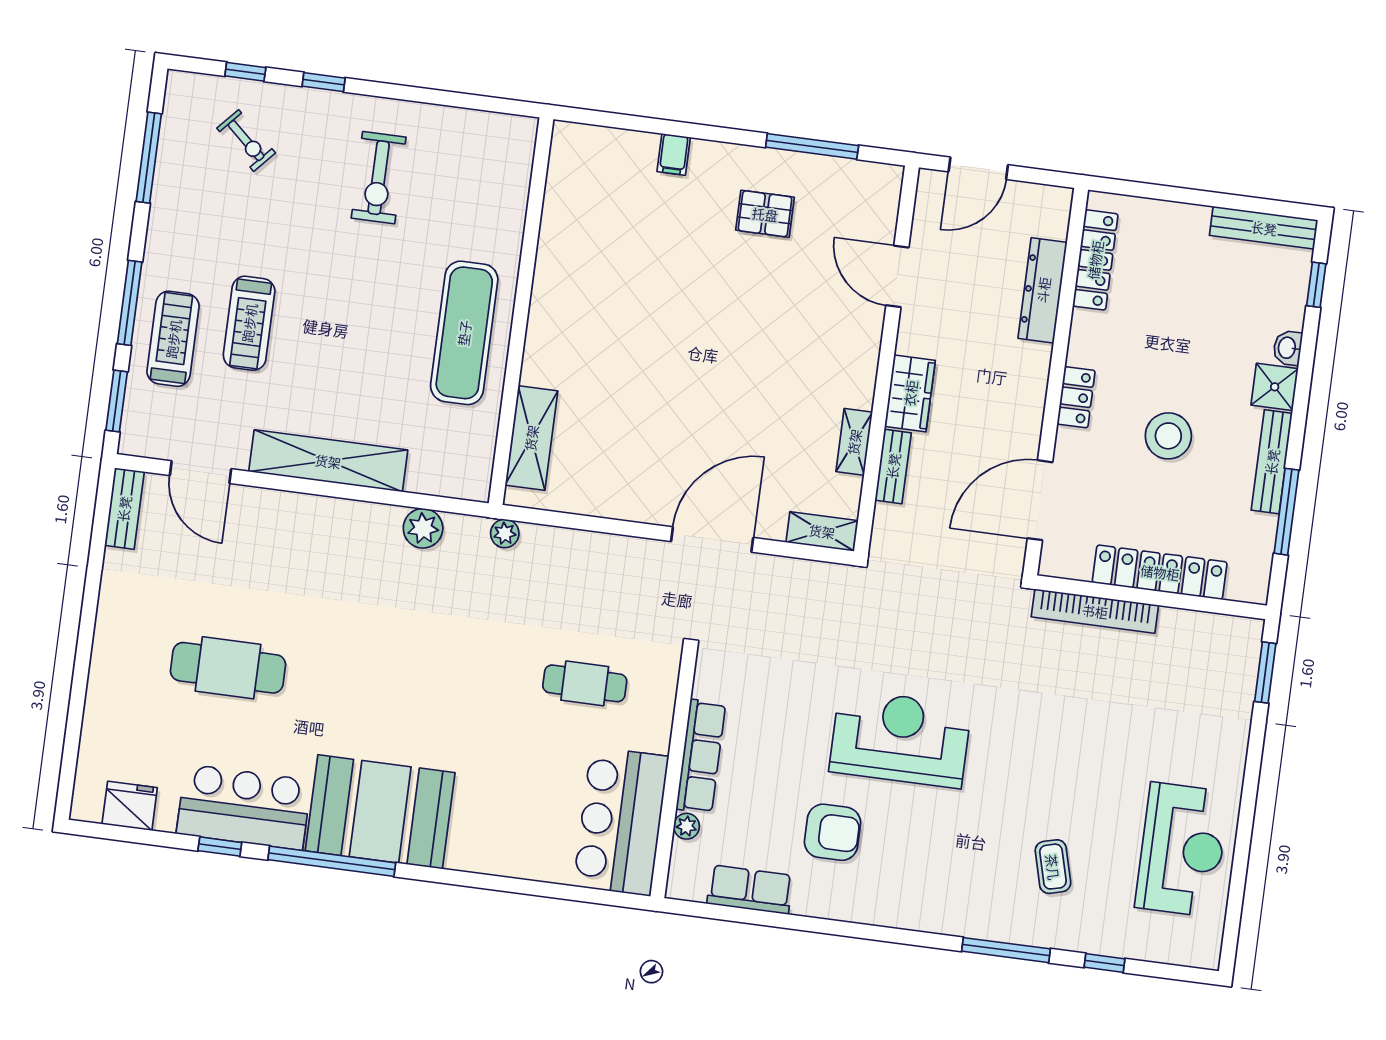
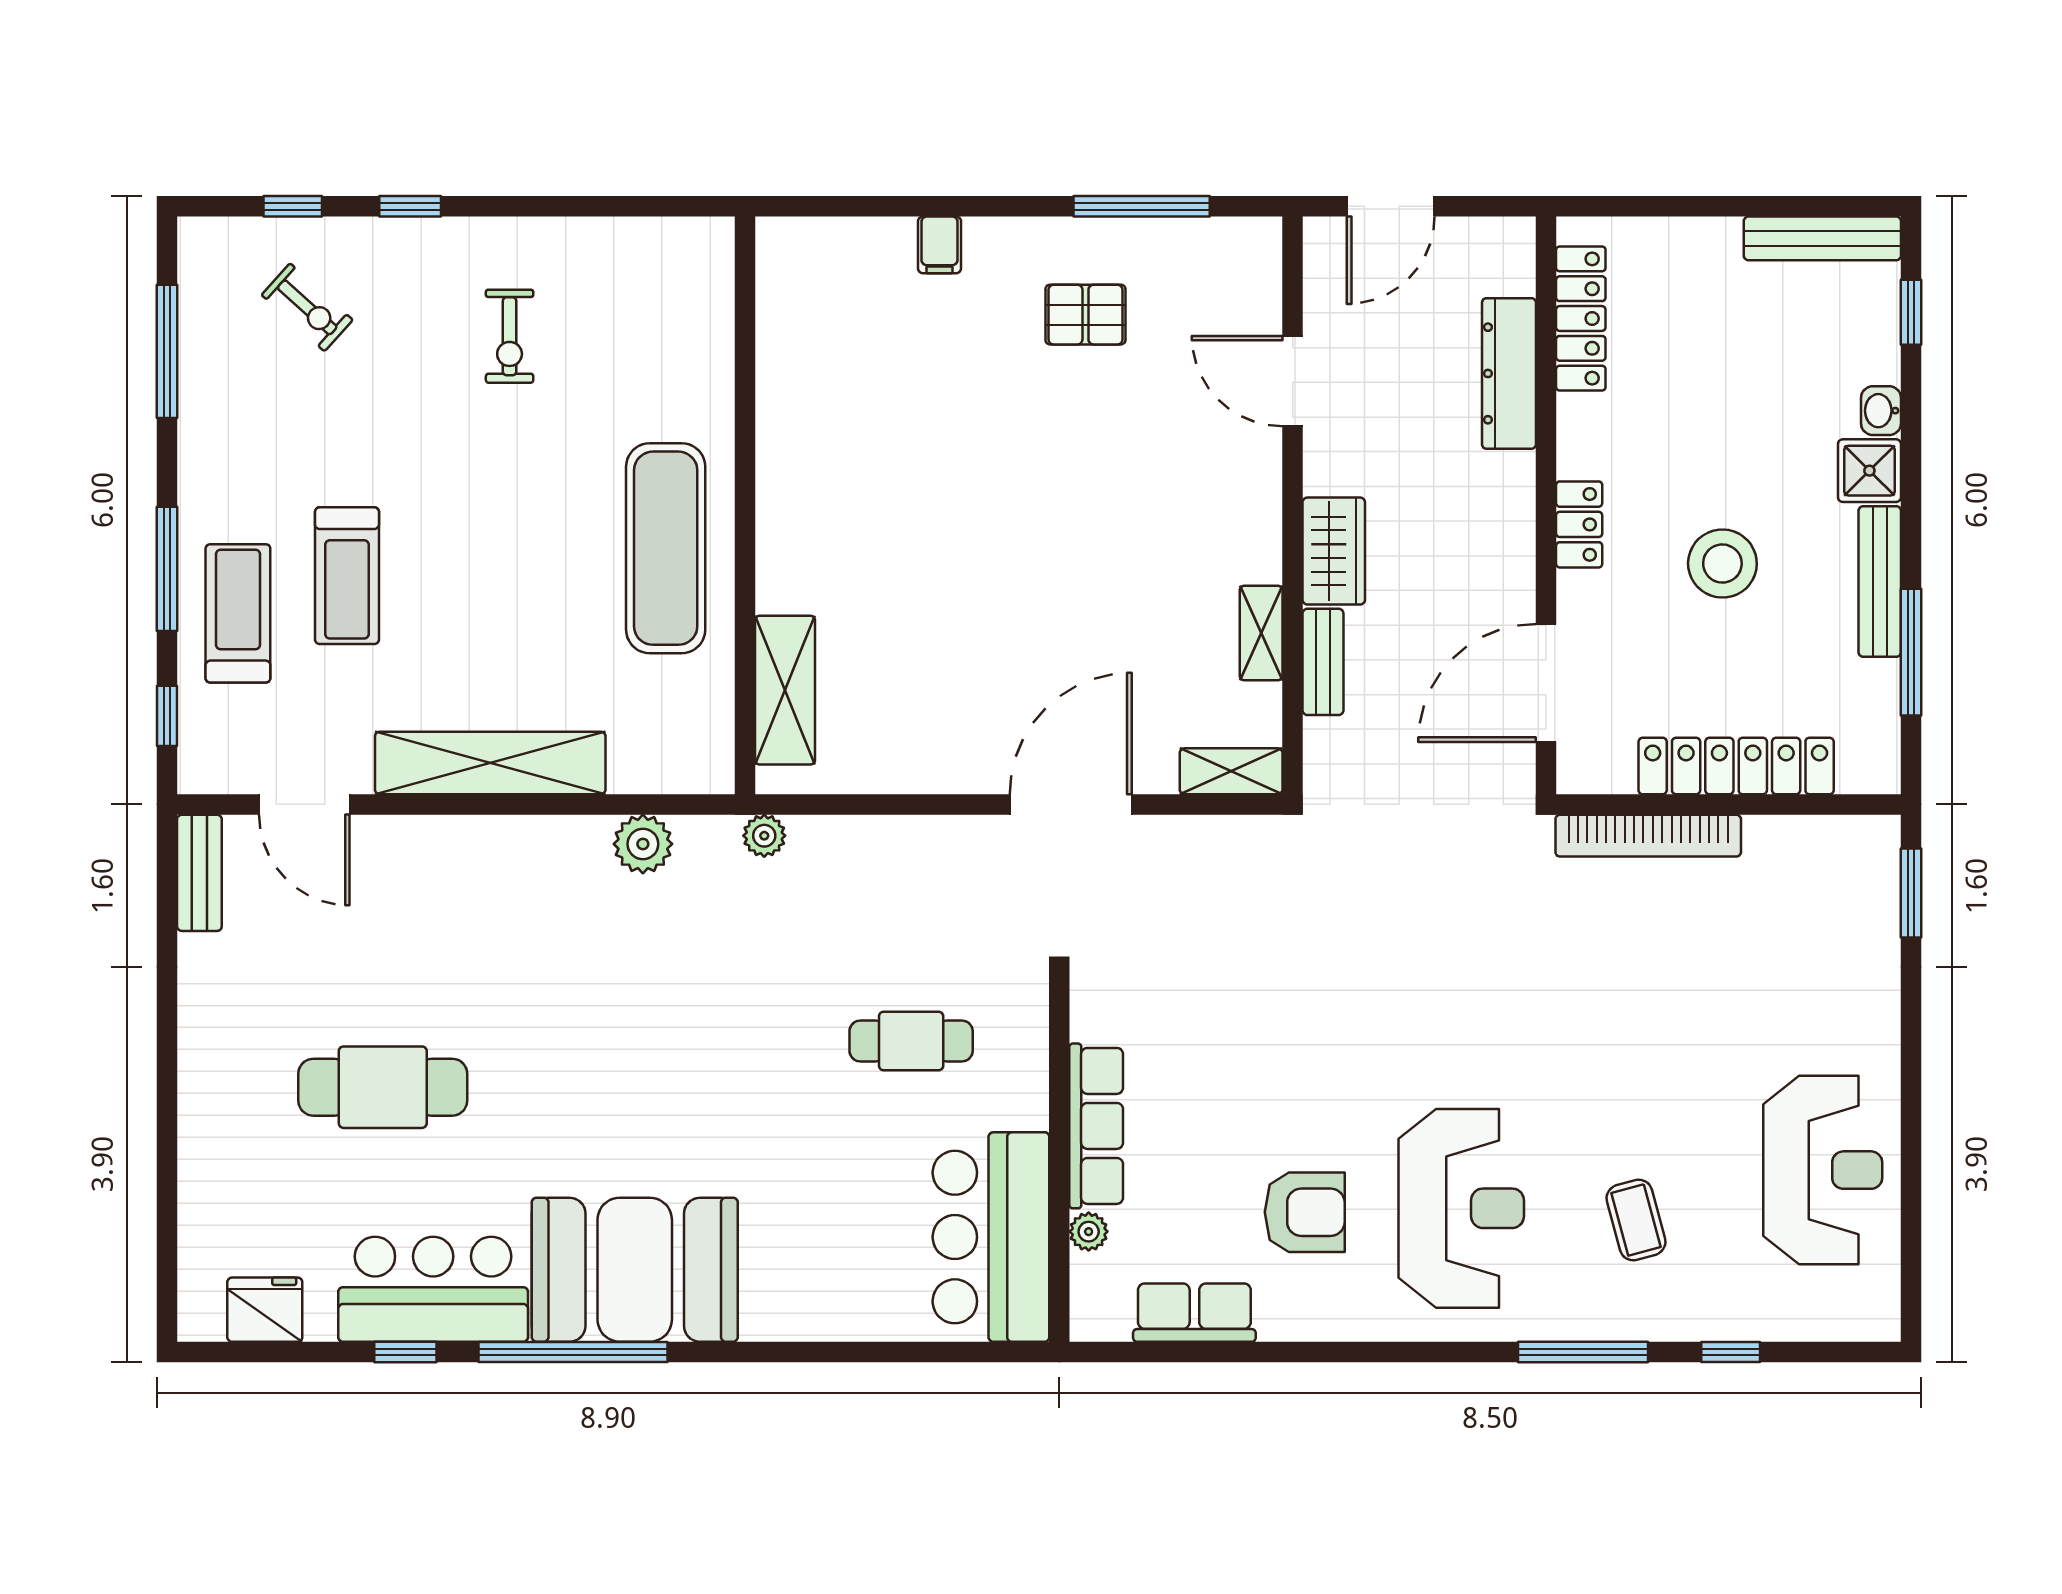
exercise bike: (379, 178) -> (510, 336), width x0.73, depth x0.72
window: (117, 401) -> (167, 716), width x0.67
reception desk: (900, 739) -> (1461, 1208), moved, turned 90

